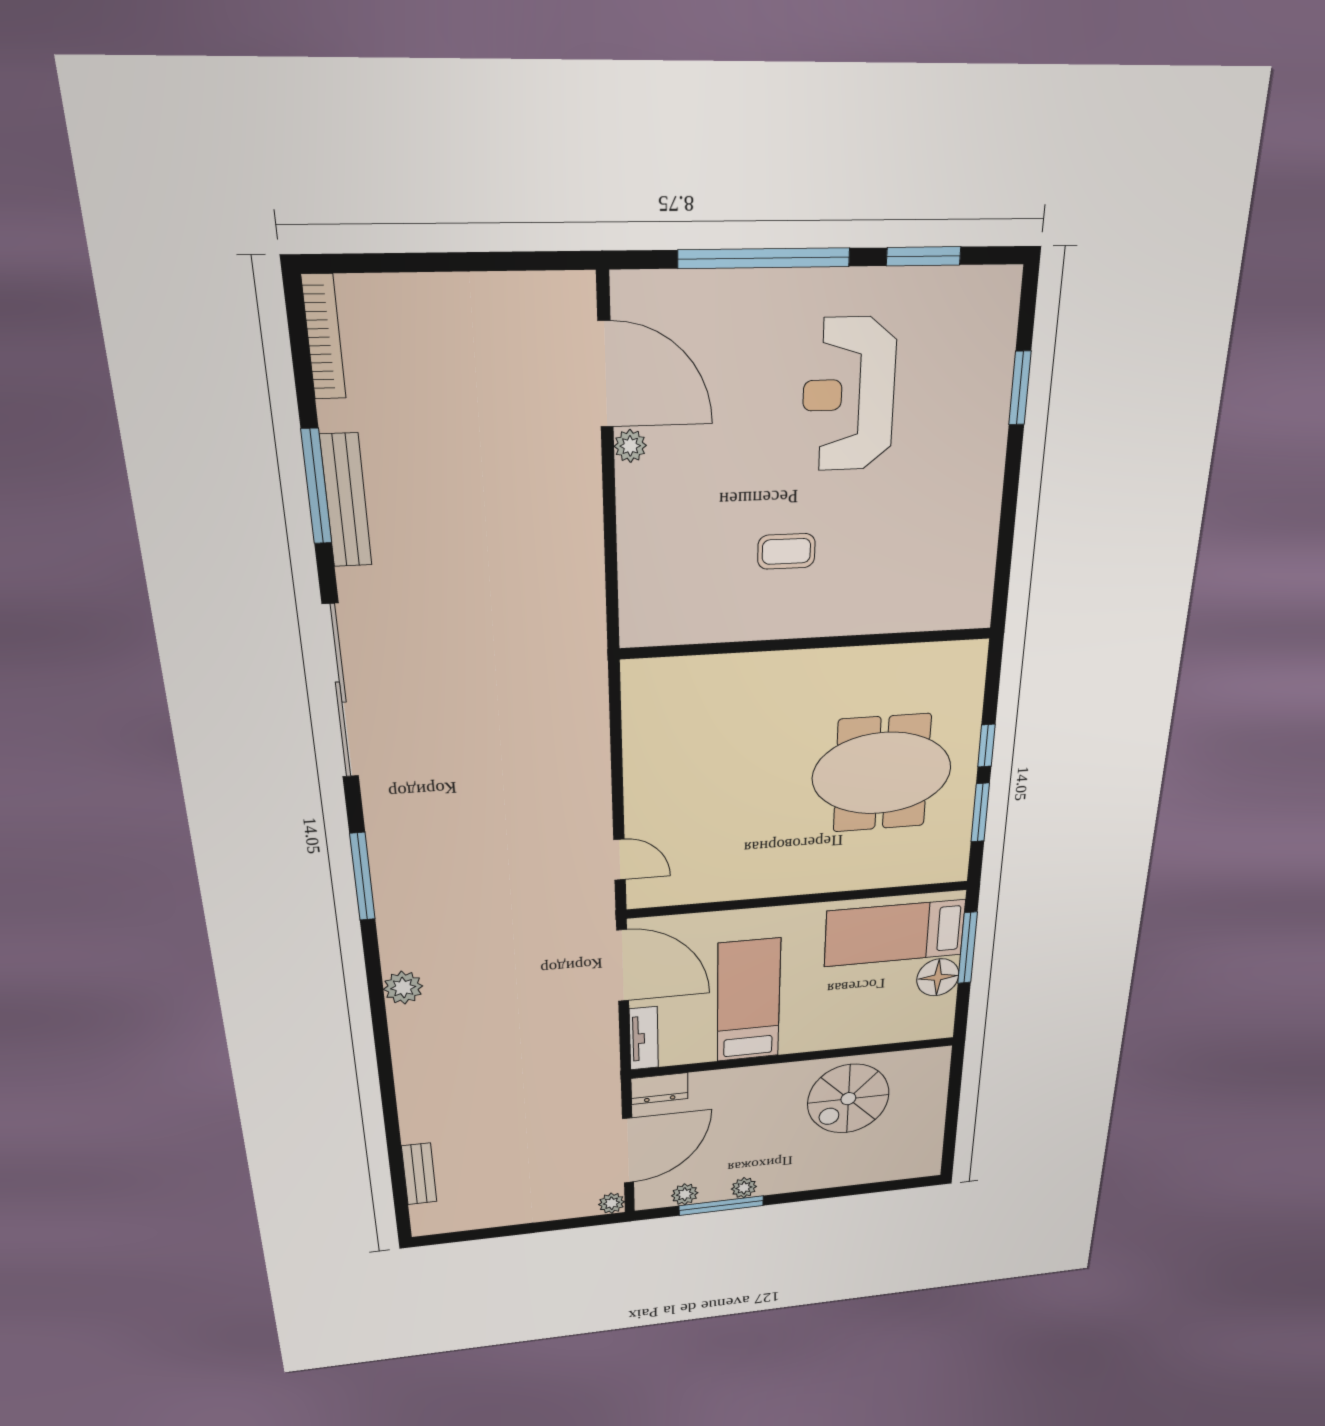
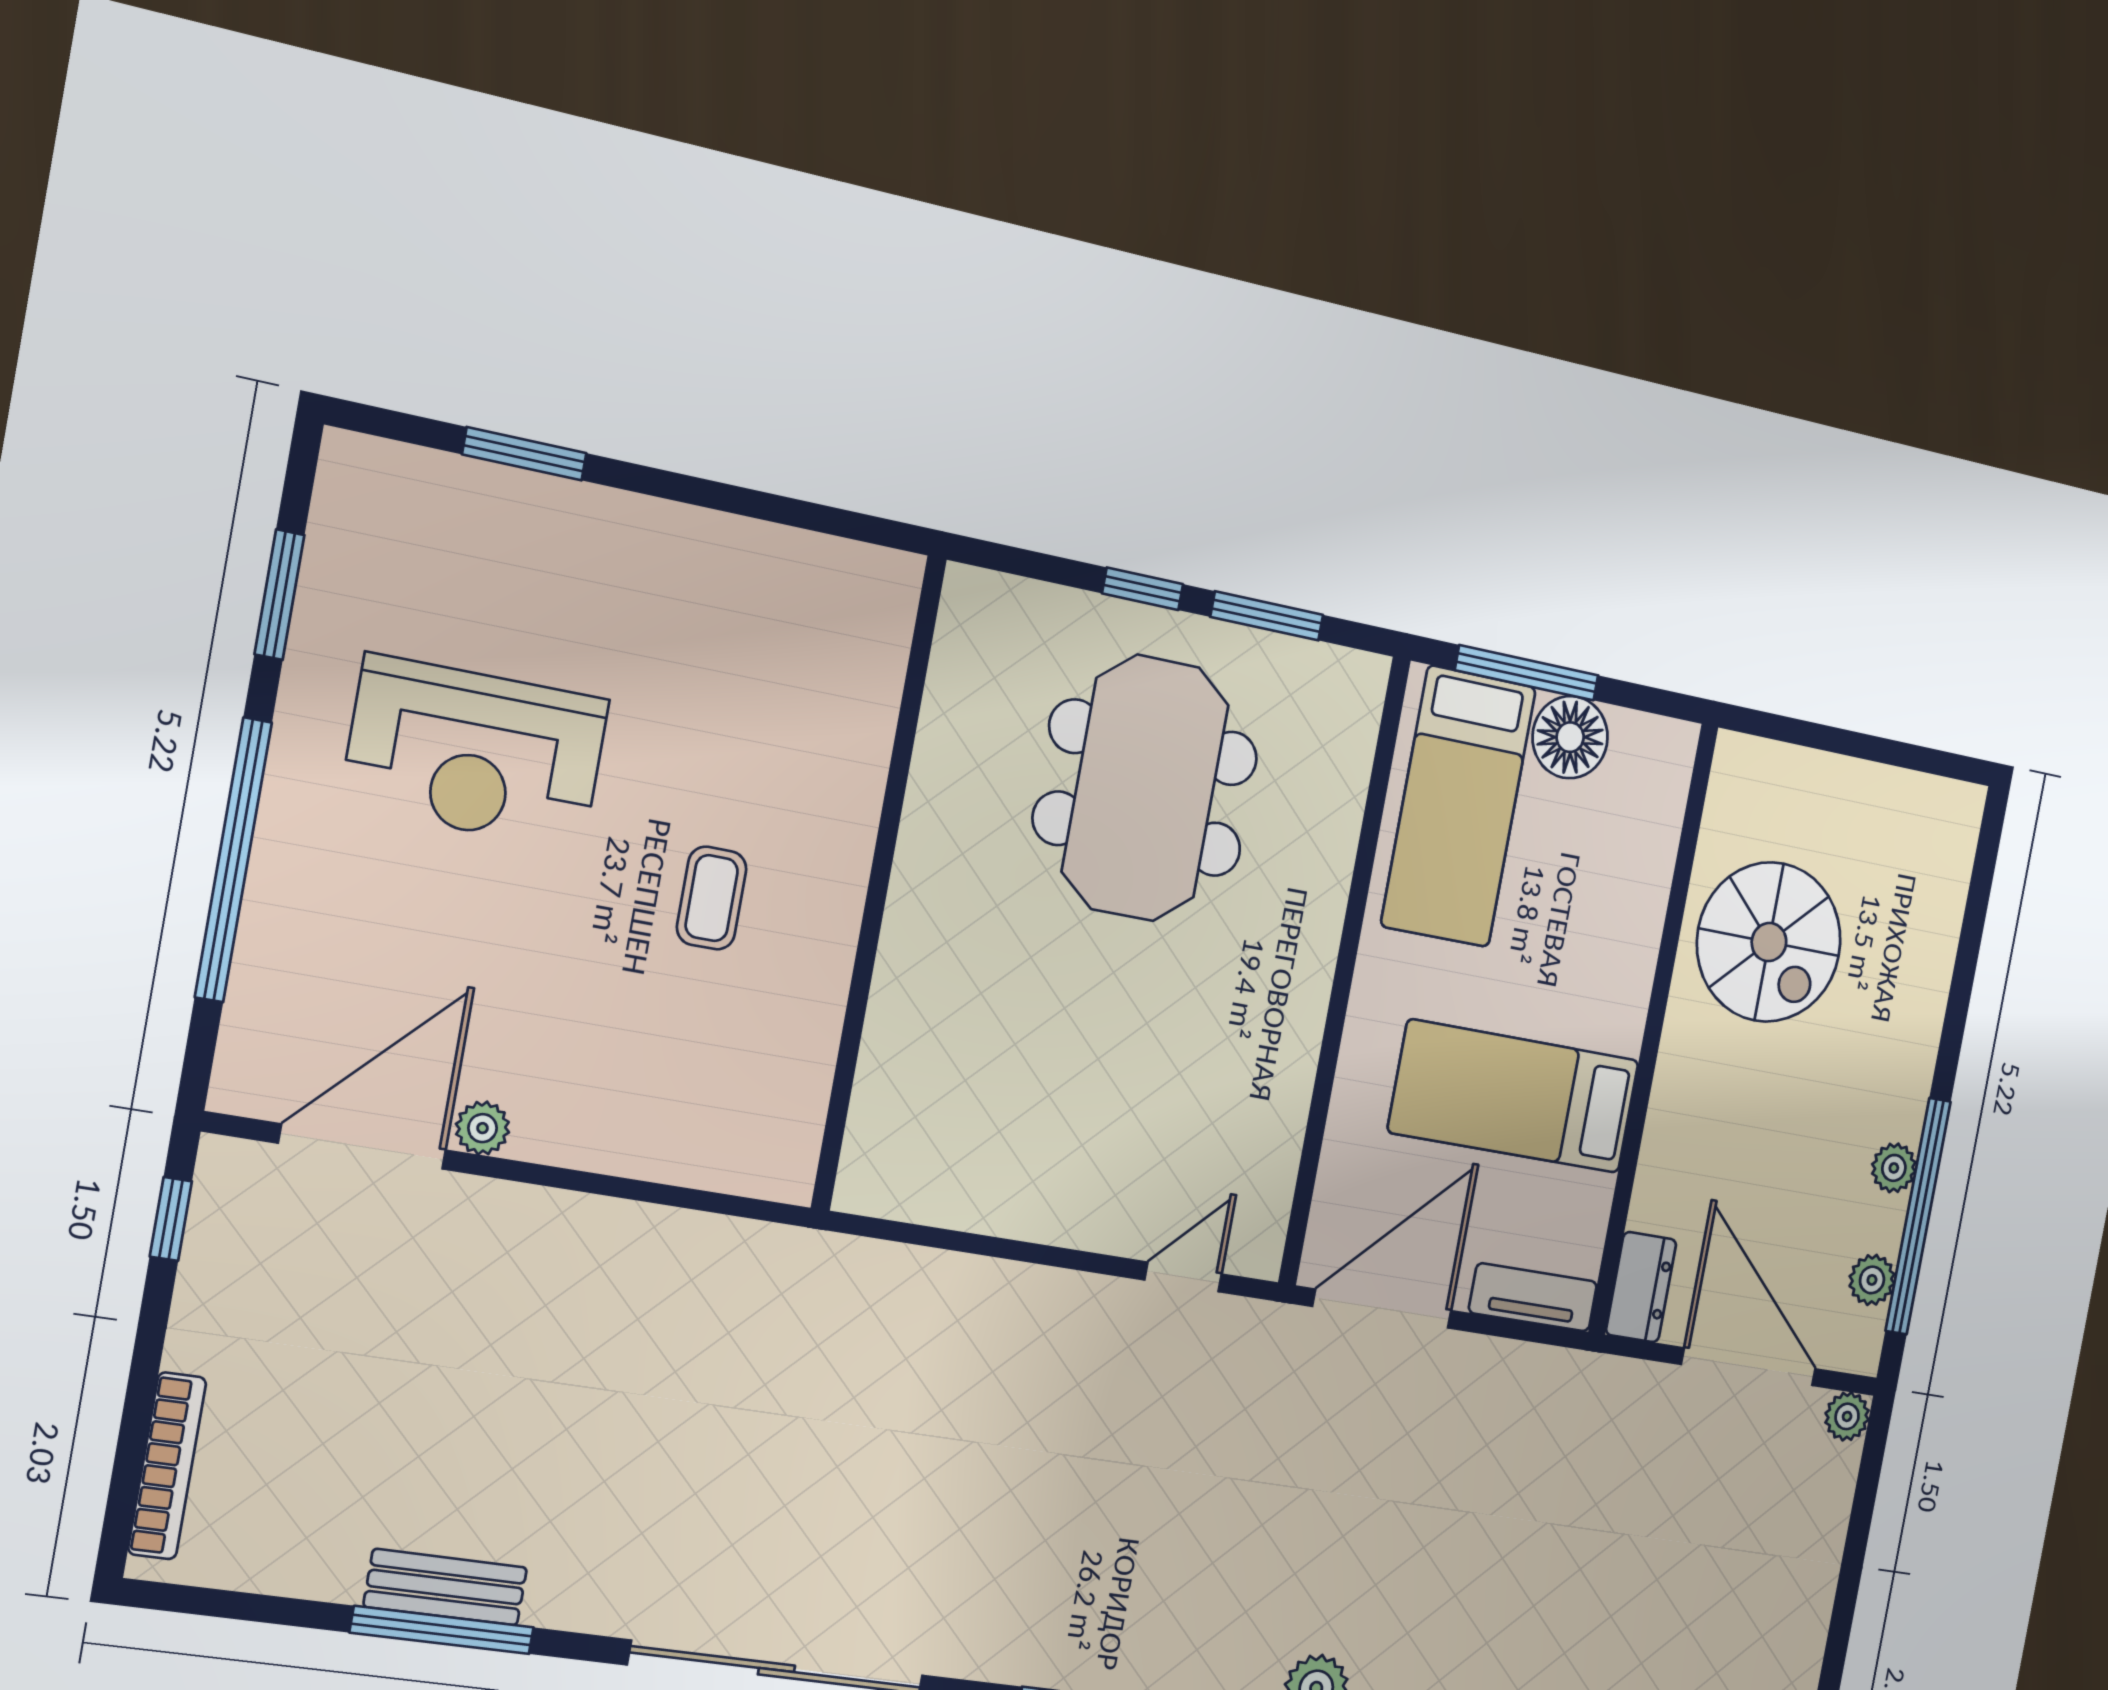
window: (538, 261) -> (171, 1219), added
bookcase: (324, 337) -> (167, 1466), moved, turned 90
bench: (346, 501) -> (445, 1587), width x0.73
window: (721, 1206) -> (1918, 1216), width x1.46

